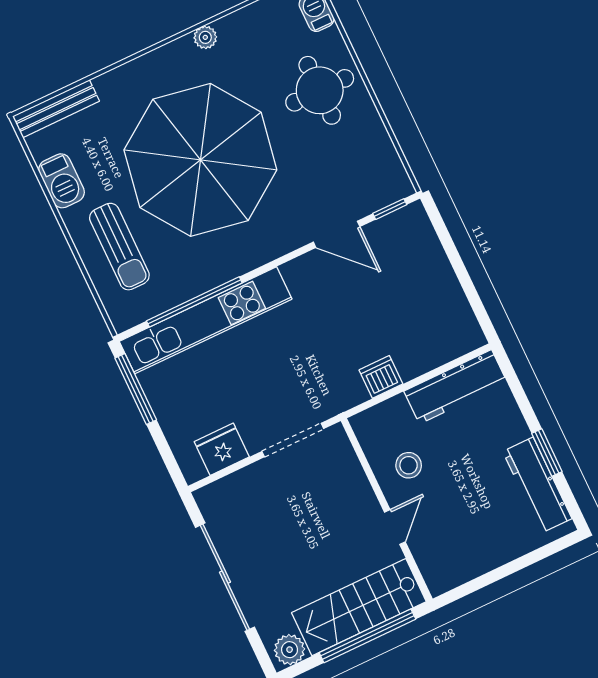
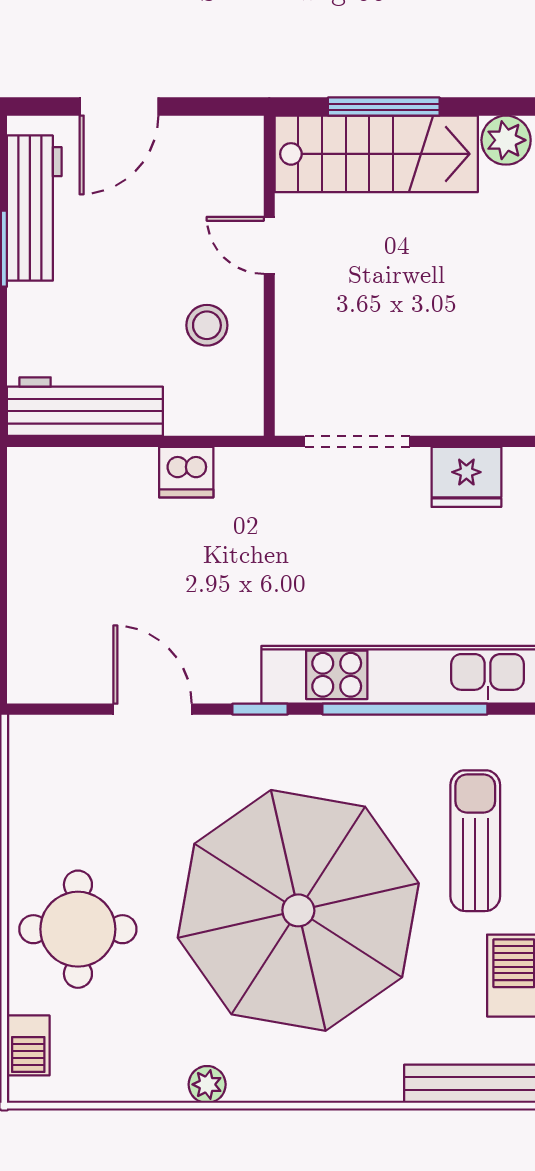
window: (390, 209) -> (260, 709), moved
door: (395, 527) -> (269, 245), hinge flipped
door: (517, 565) -> (119, 107), added
window: (367, 636) -> (384, 107), width x0.68

